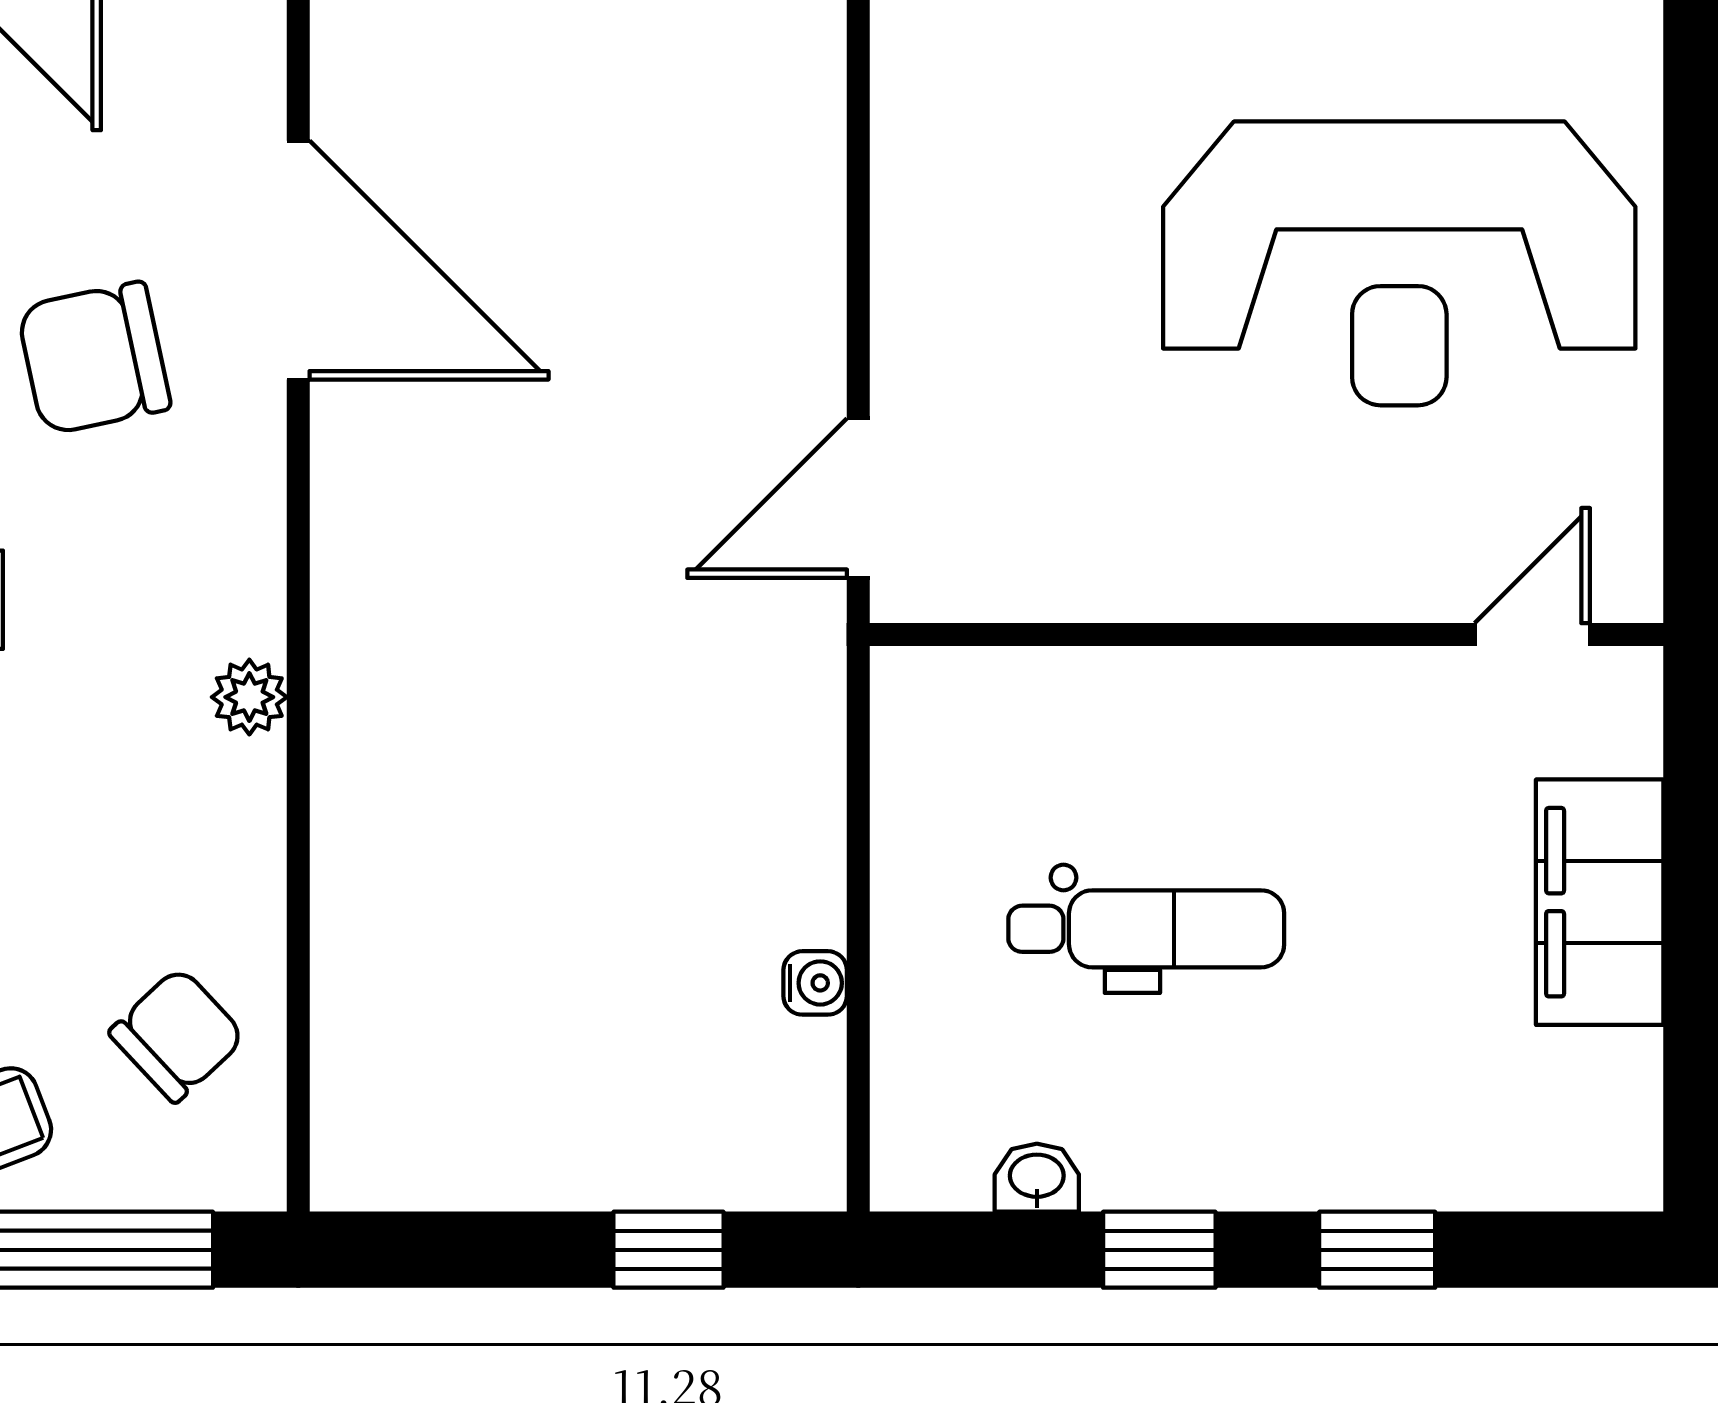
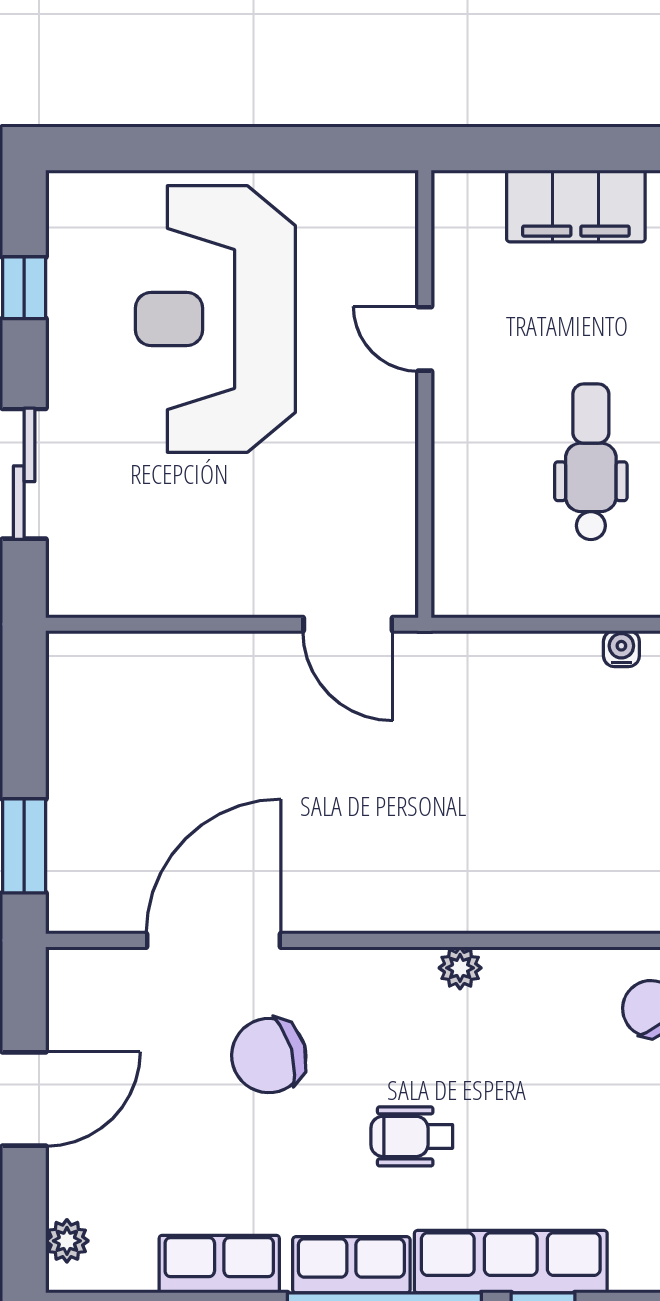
reception desk: (1399, 263) -> (215, 319), turned 180
chair: (94, 358) -> (269, 1056), turned 86
door: (1532, 635) -> (425, 339), moved

